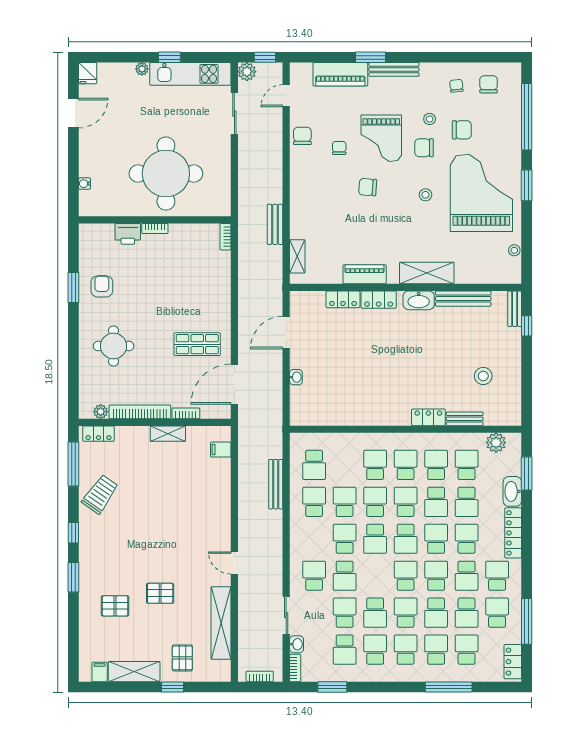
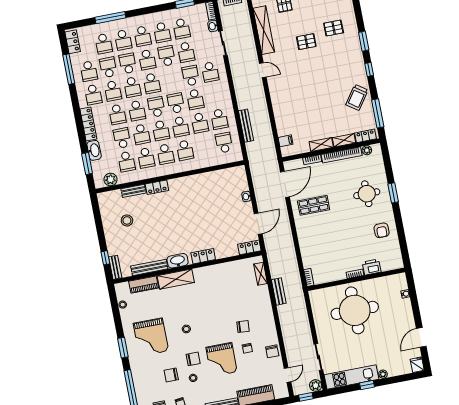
grand piano: (381, 138) -> (222, 360), turned 180
chair: (368, 187) -> (243, 327), moved
grand piano: (481, 193) -> (151, 337), width x0.73, depth x0.68
piano: (365, 274) -> (144, 285), moved
window: (73, 287) -> (393, 193), moved
locker: (343, 299) -> (249, 247), moved
shelving: (132, 433) -> (344, 140), added
school desk: (436, 502) -> (141, 134), turned 180
school desk: (467, 576) -> (113, 91), turned 180
school desk: (345, 650) -> (182, 29), turned 180

